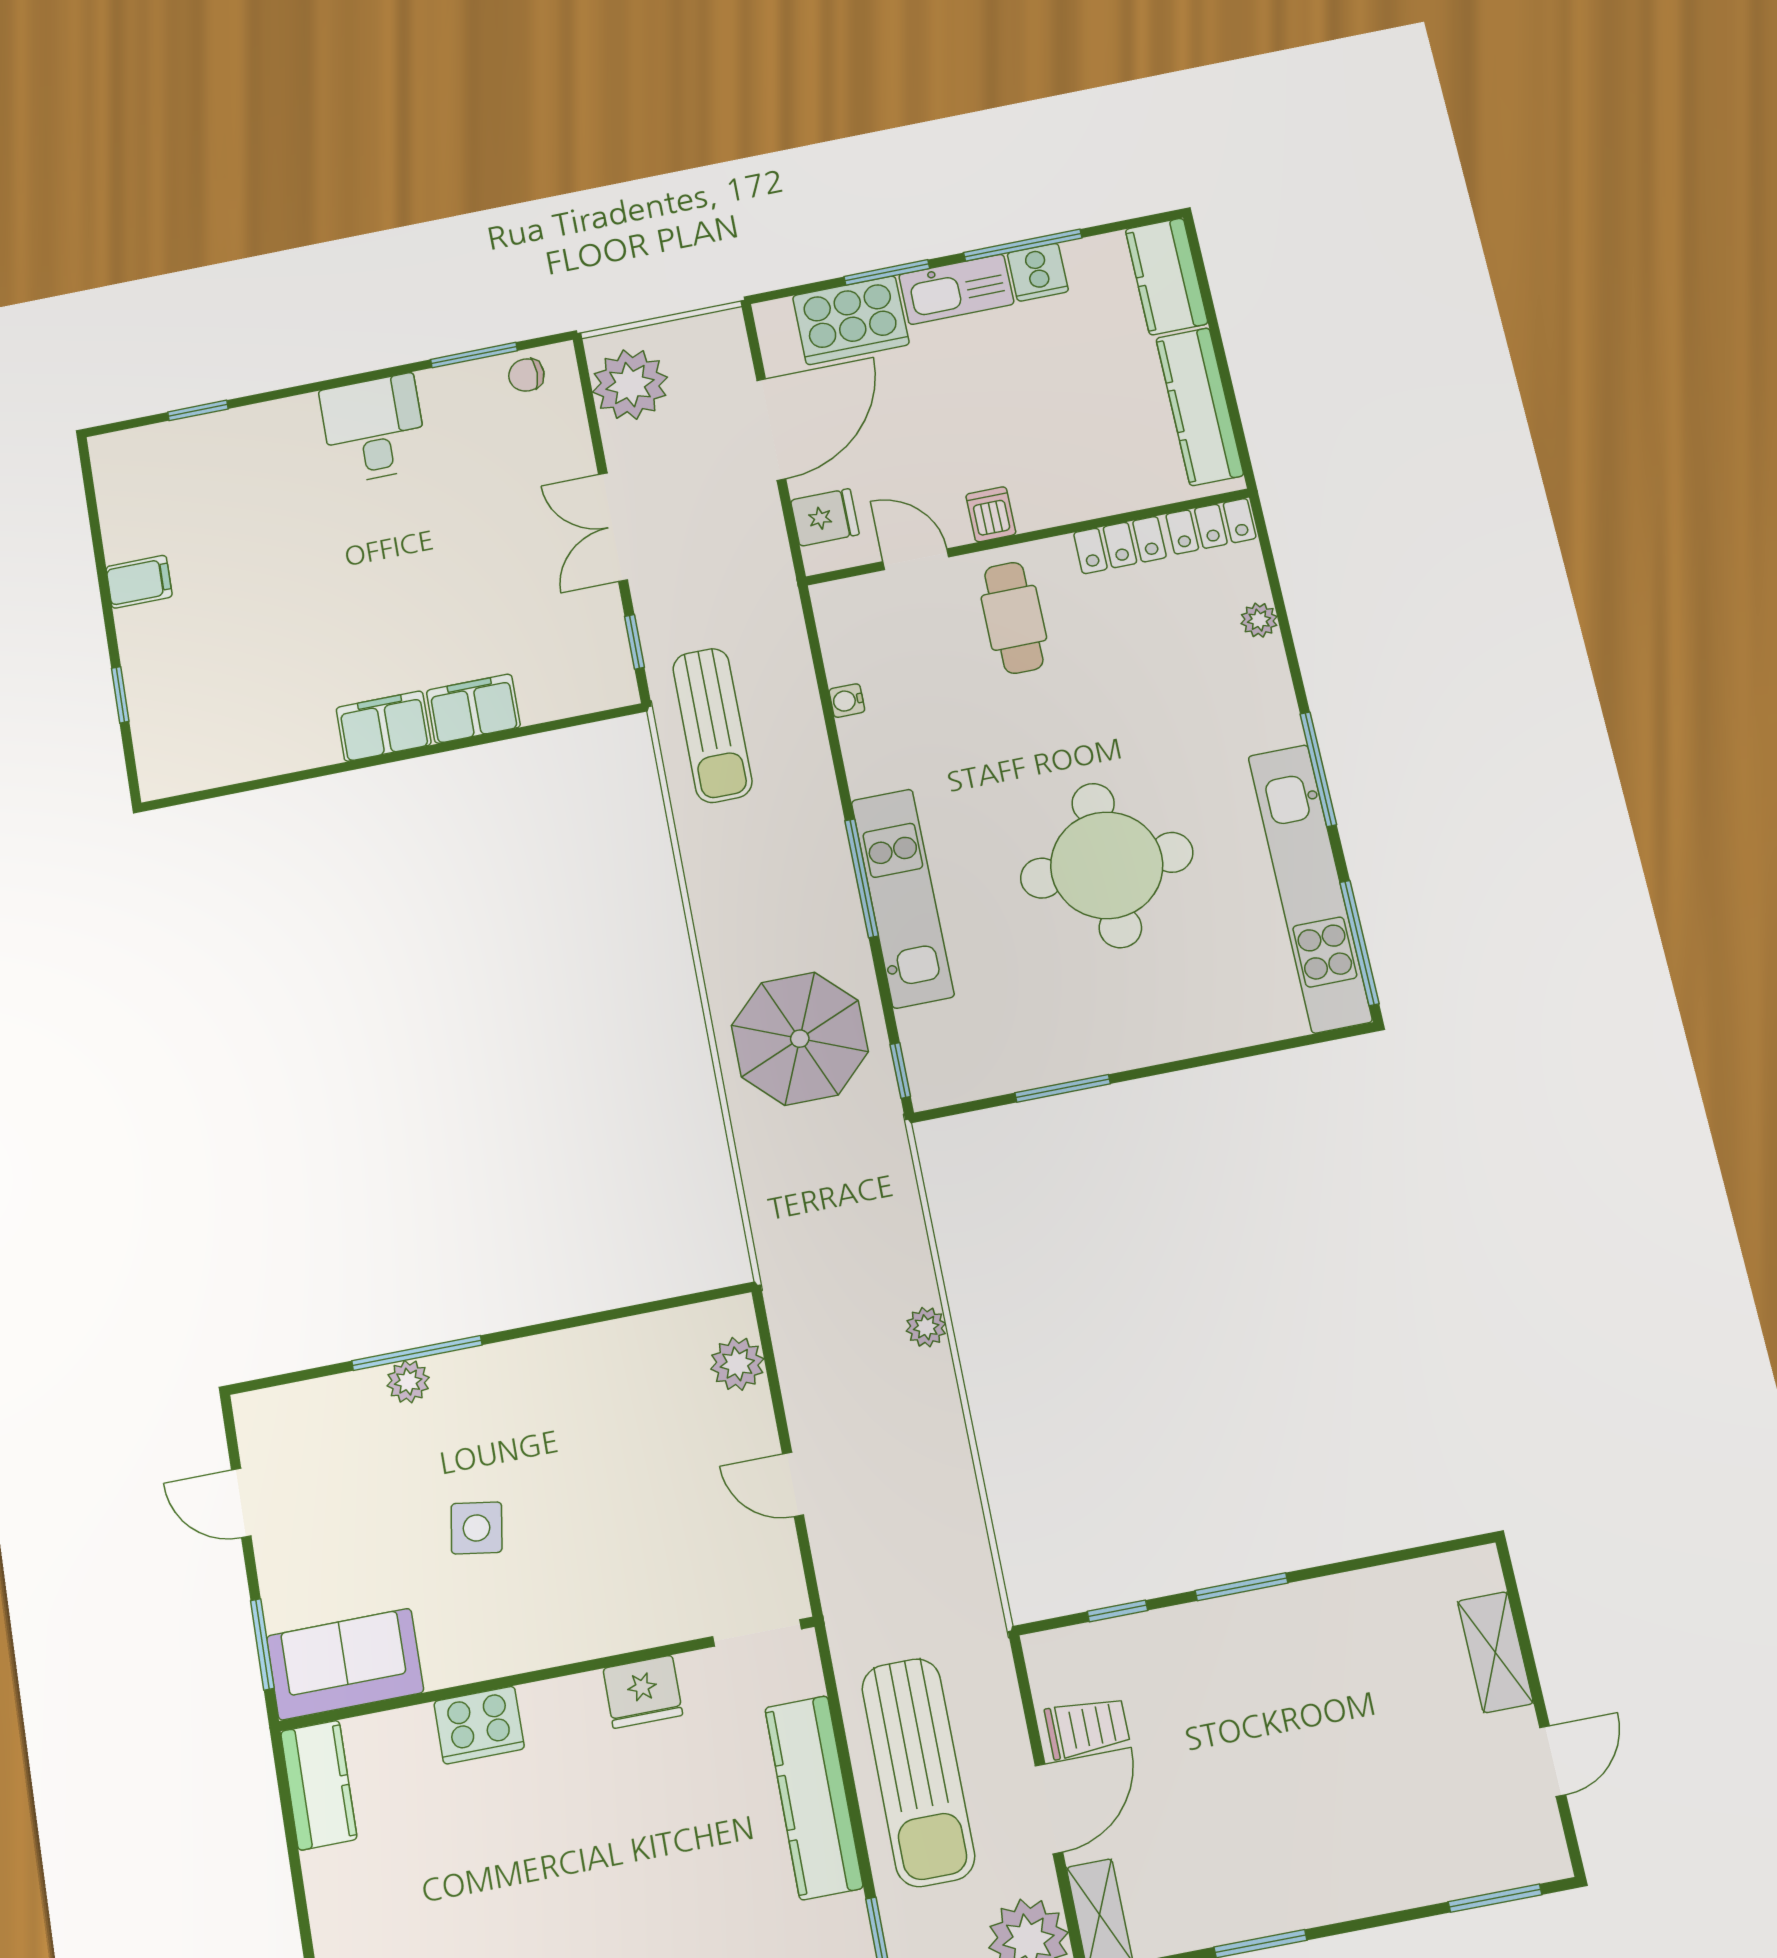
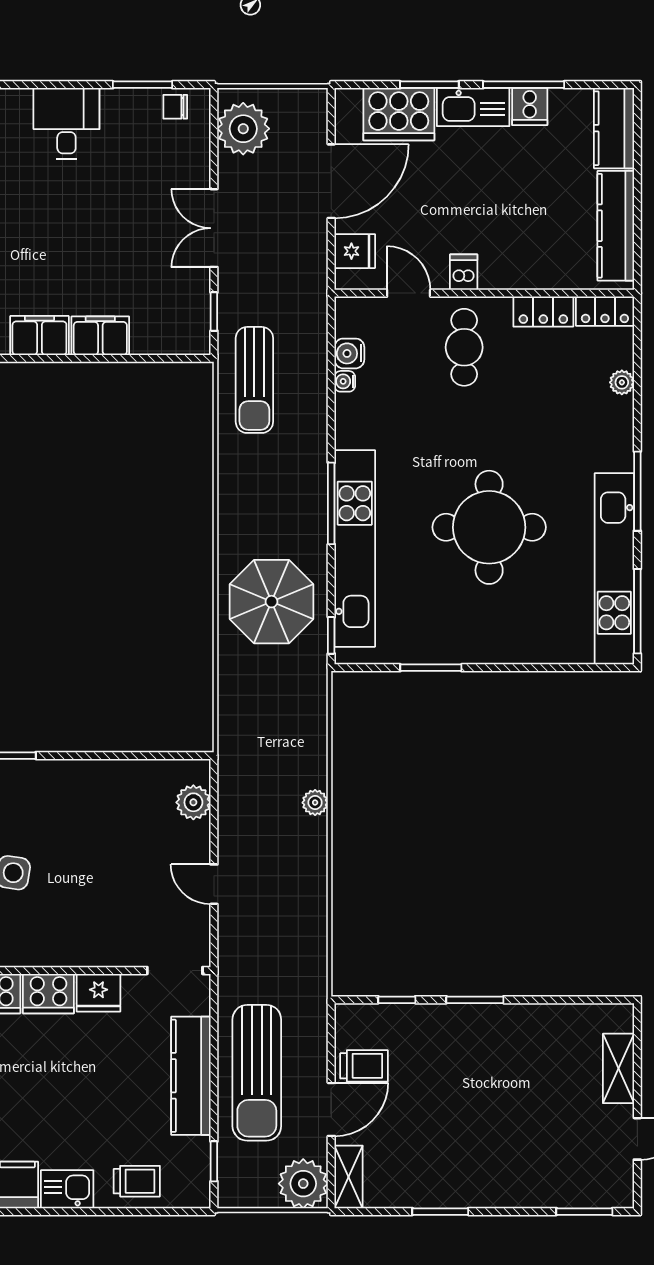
water cooler: (846, 660) -> (349, 353), added
kitchen unit: (903, 898) -> (355, 548), width x1.36
cooker: (564, 1709) -> (48, 994), added

